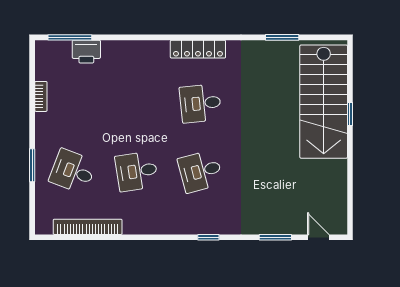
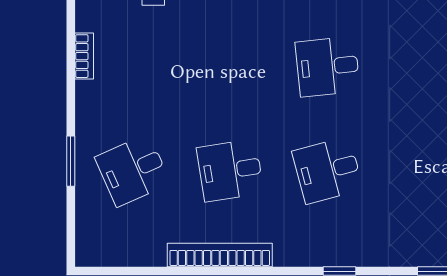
desk: (73, 171) -> (133, 170), turned -45
bookcase: (88, 227) -> (220, 255), moved

